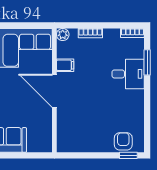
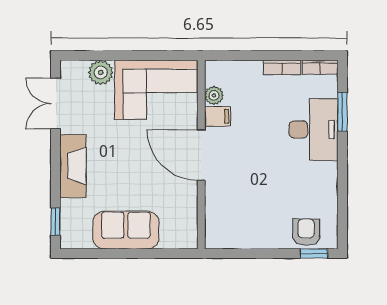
bookcase: (90, 33) -> (282, 67), moved
plant: (63, 35) -> (214, 95), moved
desk: (128, 74) -> (314, 130), width x1.37

